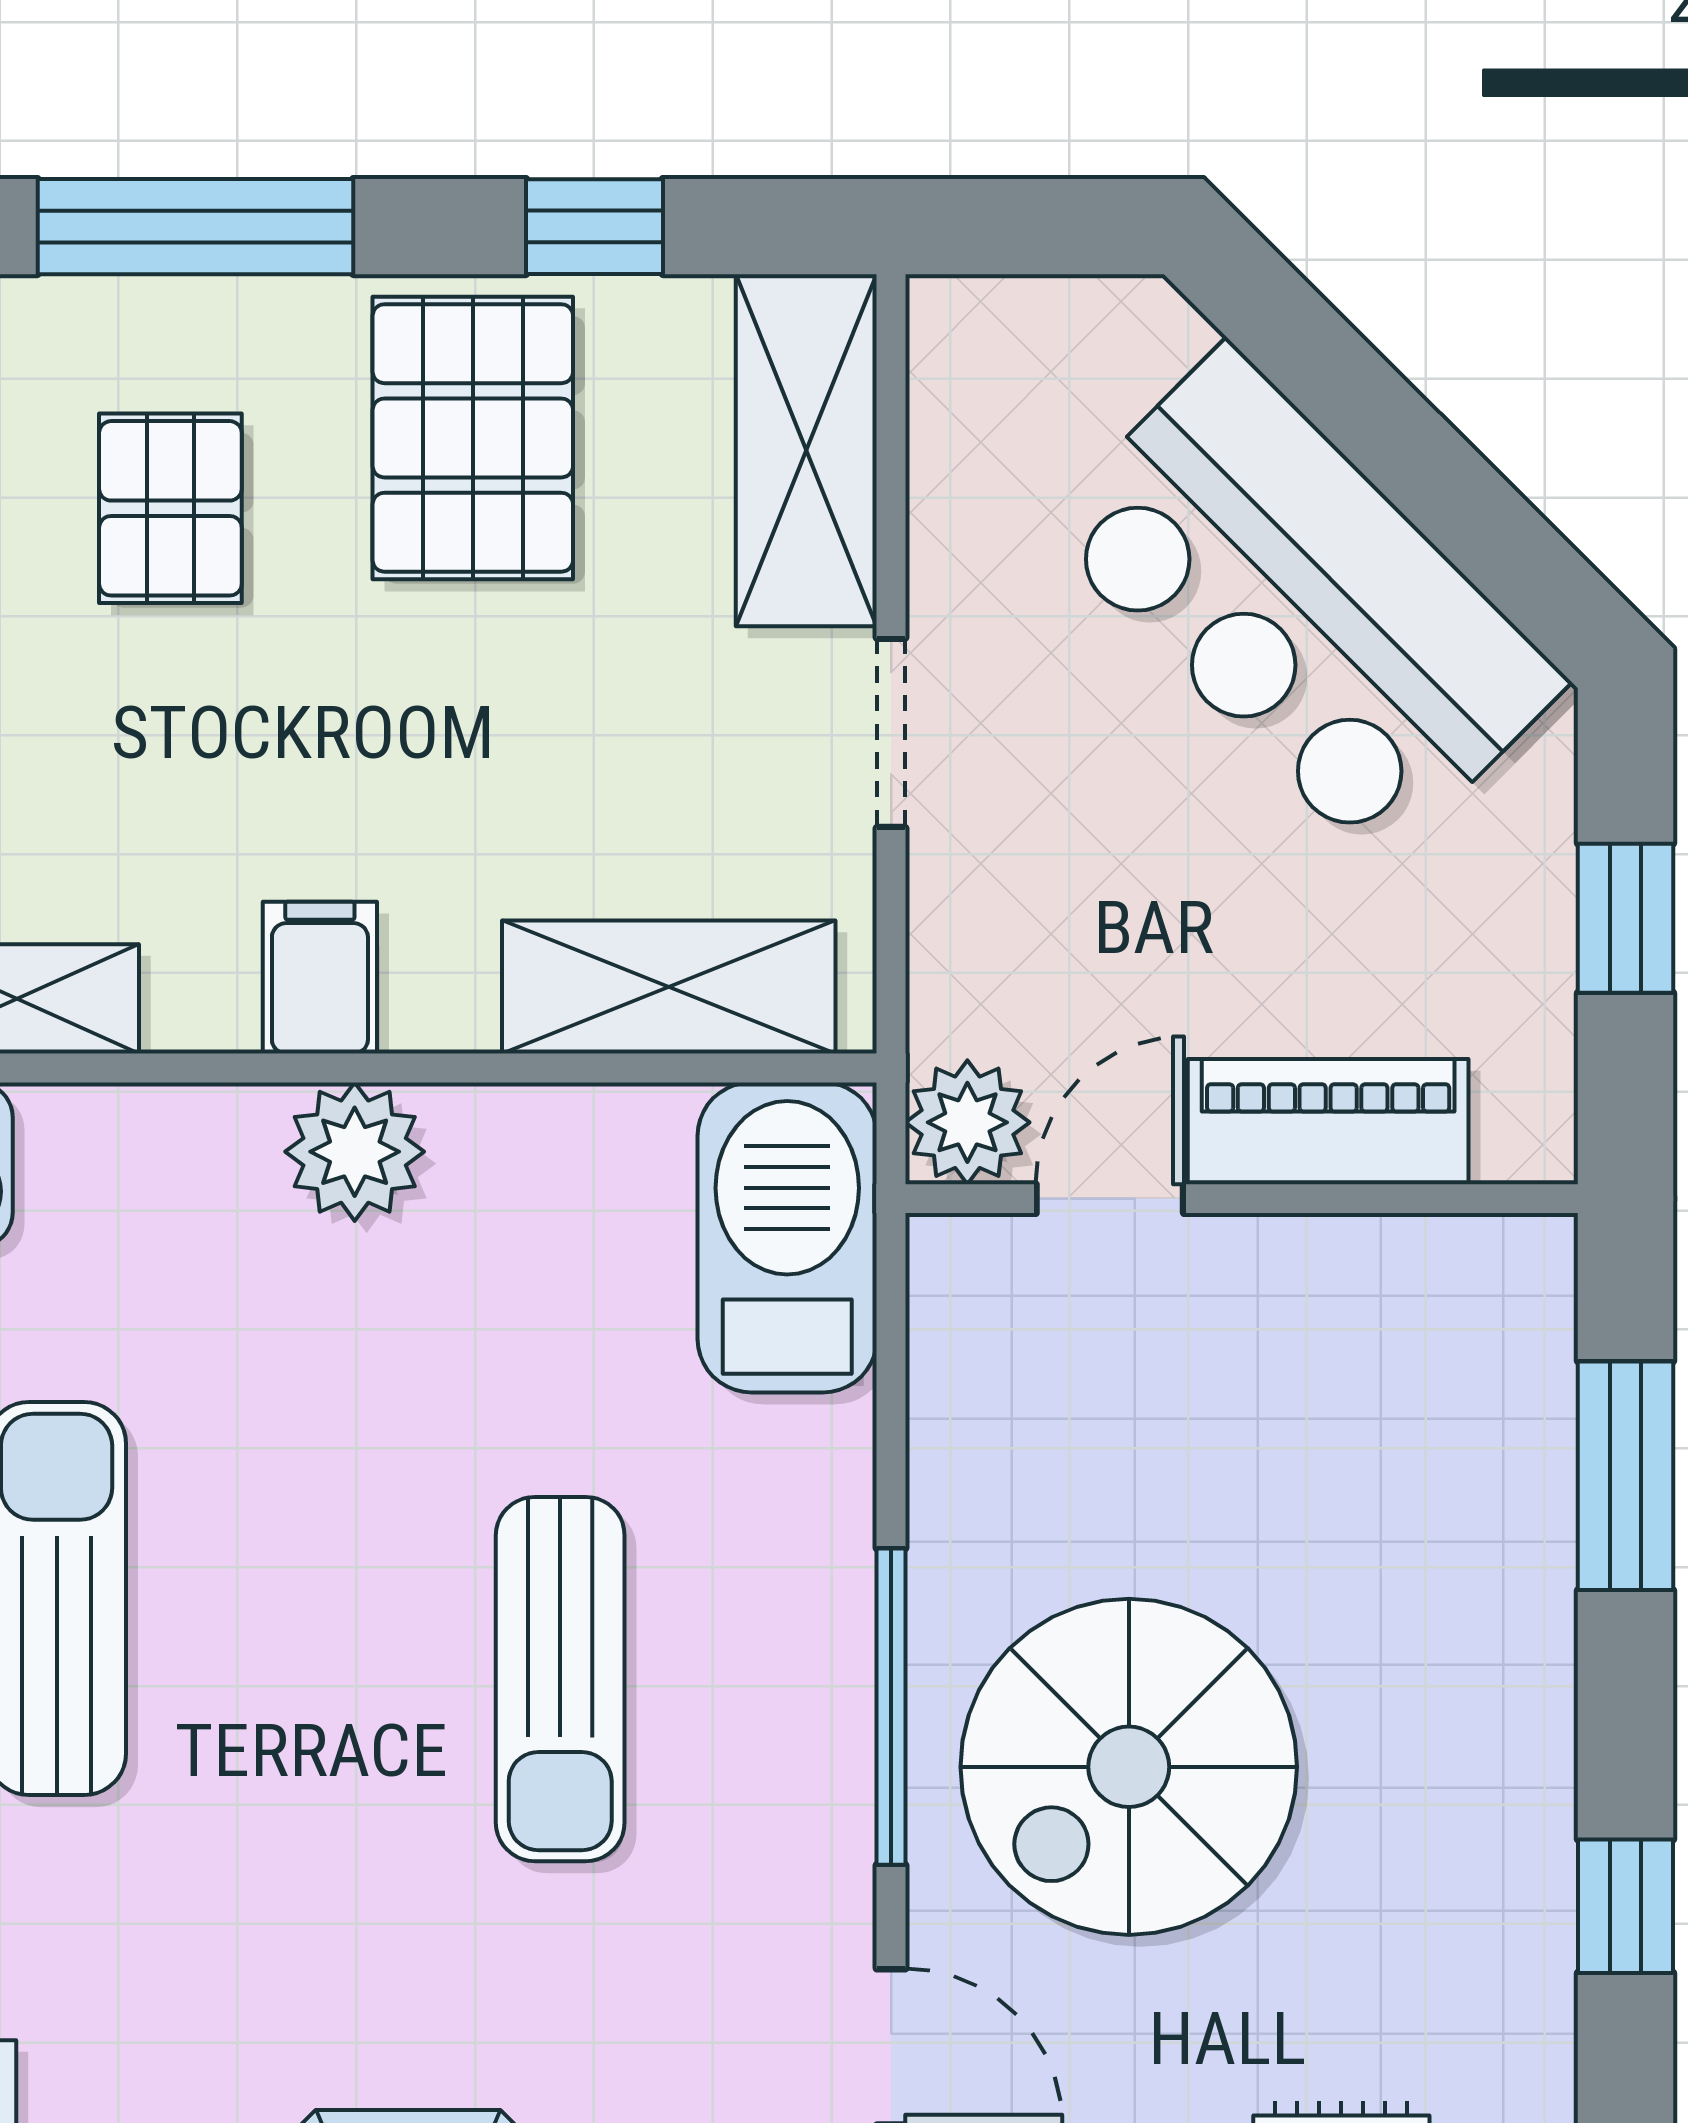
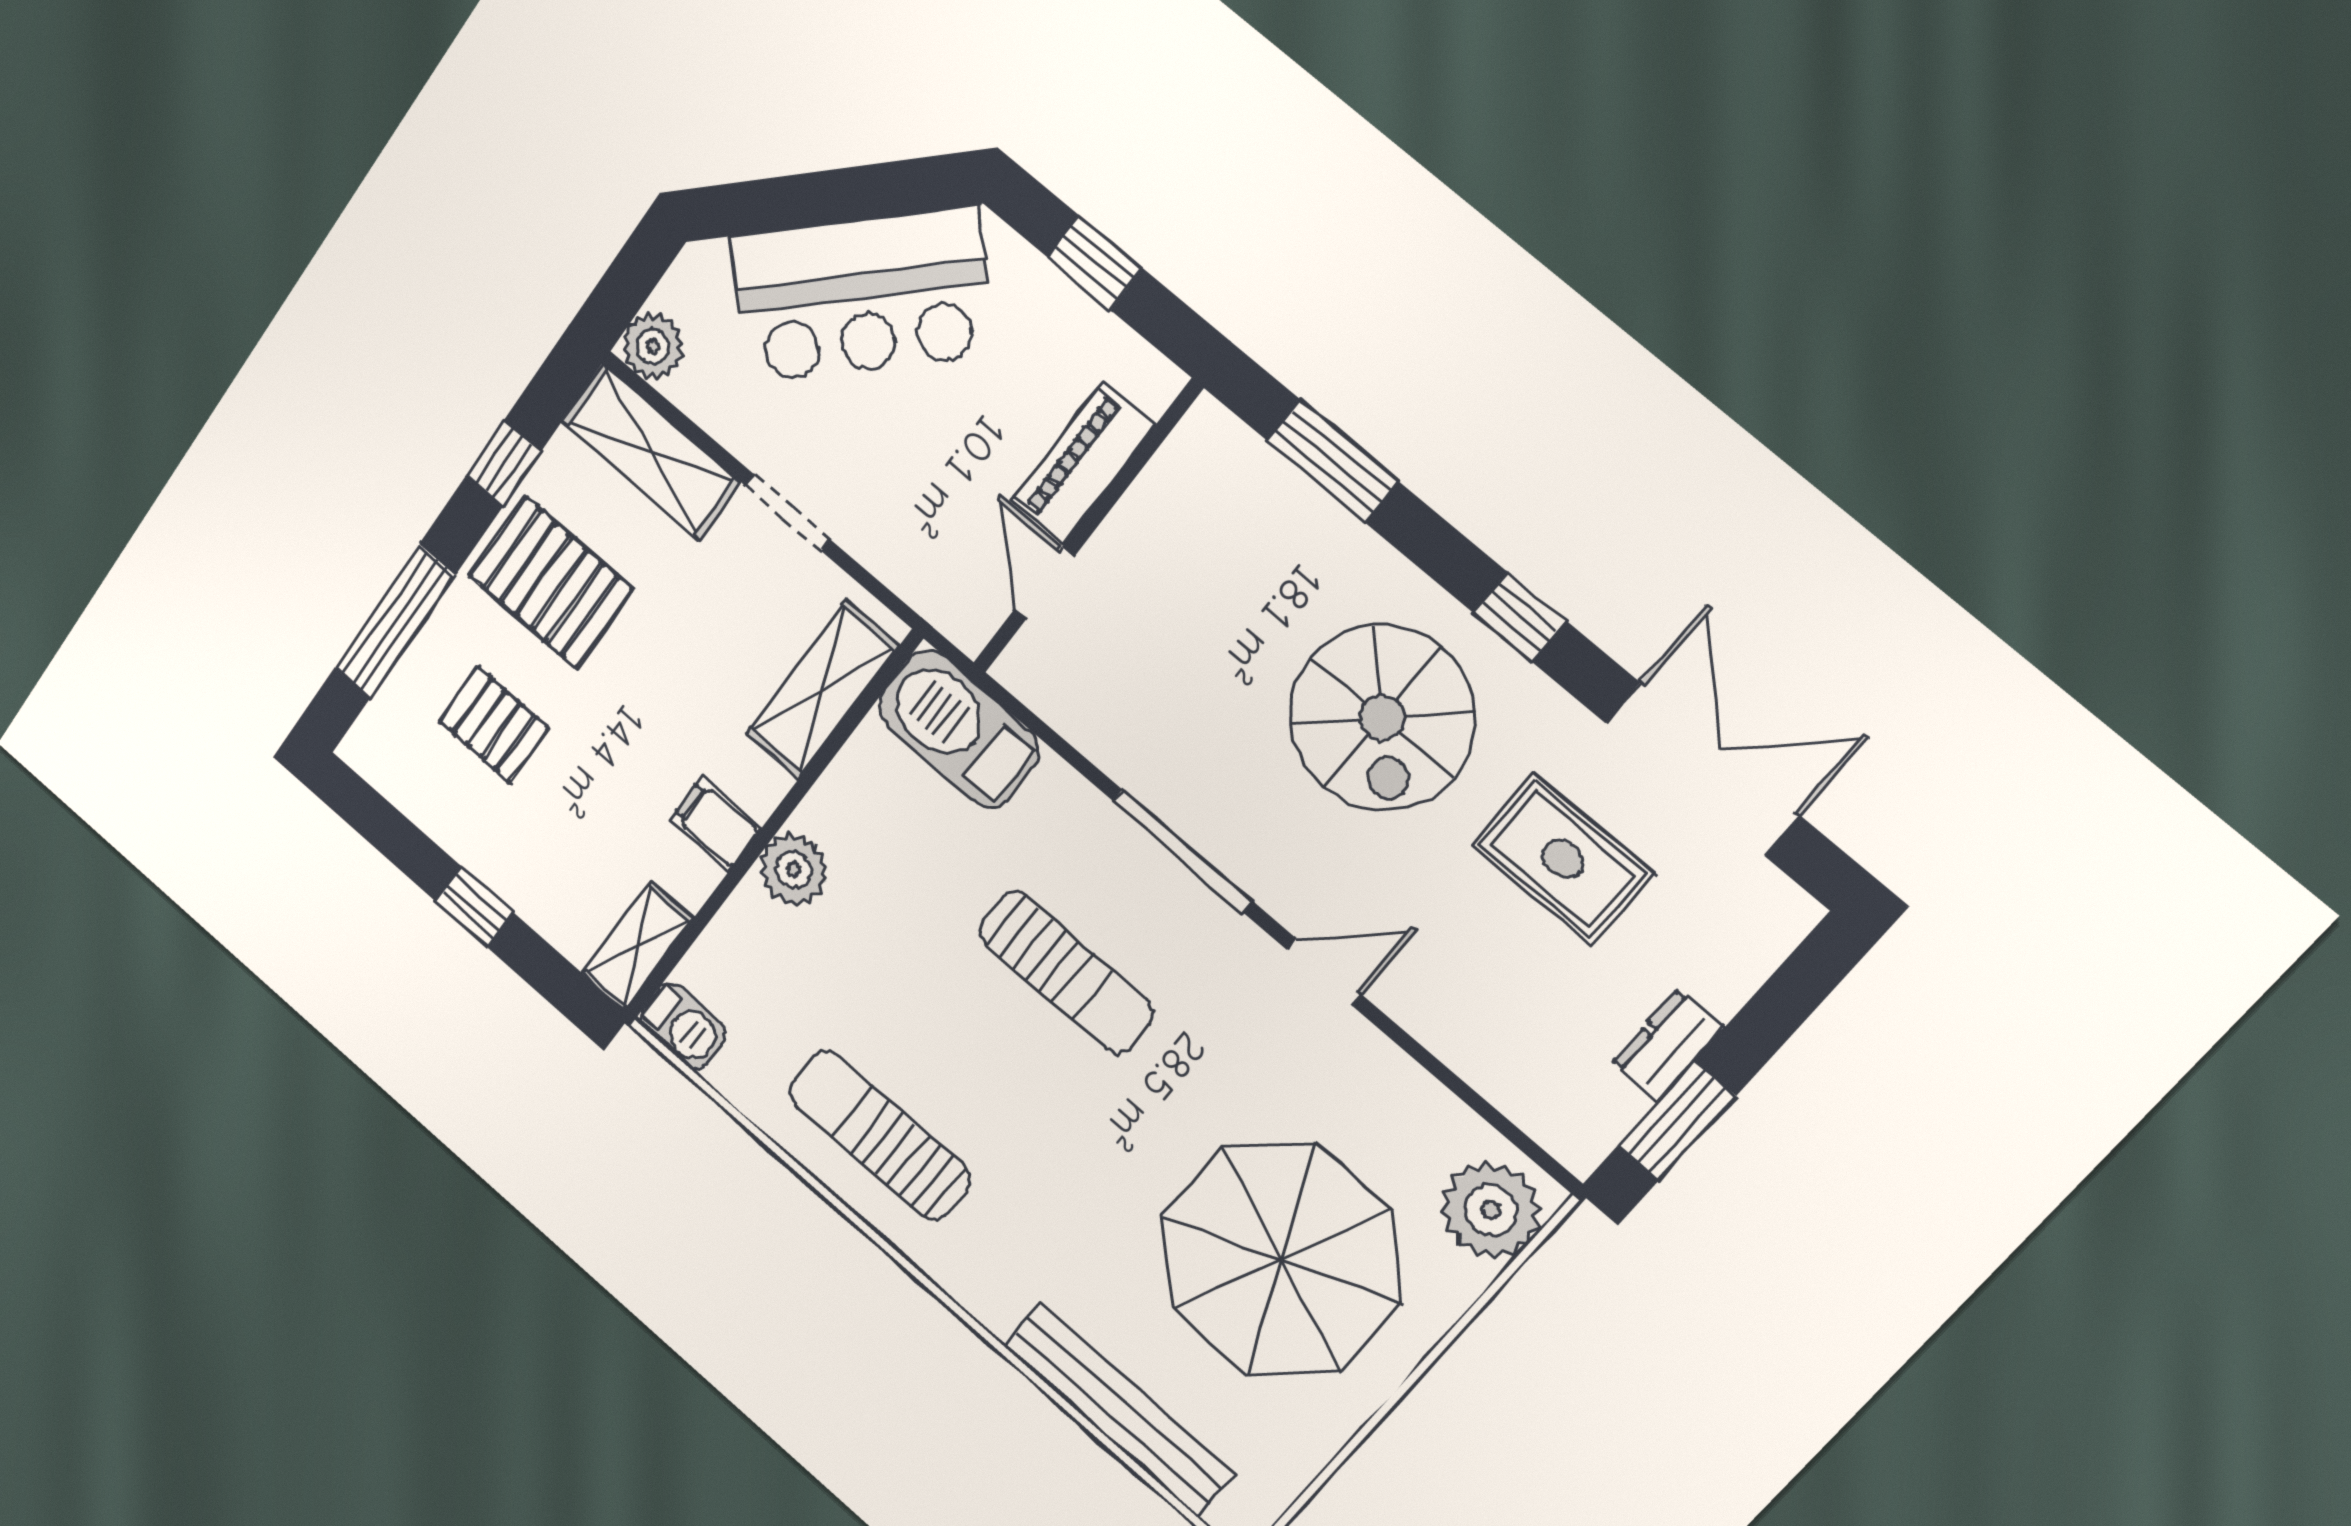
plant: (967, 1122) -> (653, 346), moved
spiral stairs: (1129, 1767) -> (1382, 718), moved

